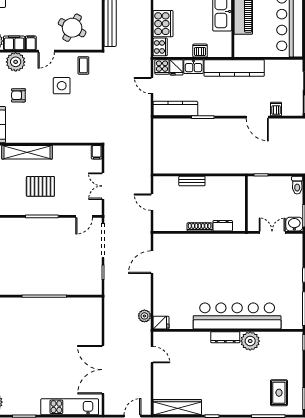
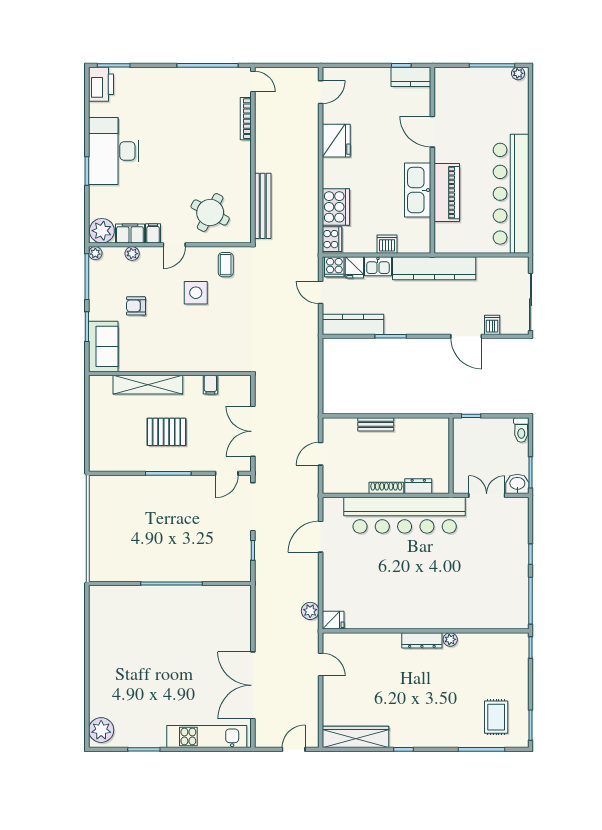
plant: (16, 62) -> (132, 254), width x0.53, depth x0.53
filing cabinet: (97, 152) -> (210, 385), moved
double door: (103, 186) -> (253, 431), width x1.37
door: (152, 202) -> (321, 454), hinge flipped
bar counter: (237, 316) -> (405, 515), moved, turned 180
plant: (250, 341) -> (450, 639), width x0.53, depth x0.53

